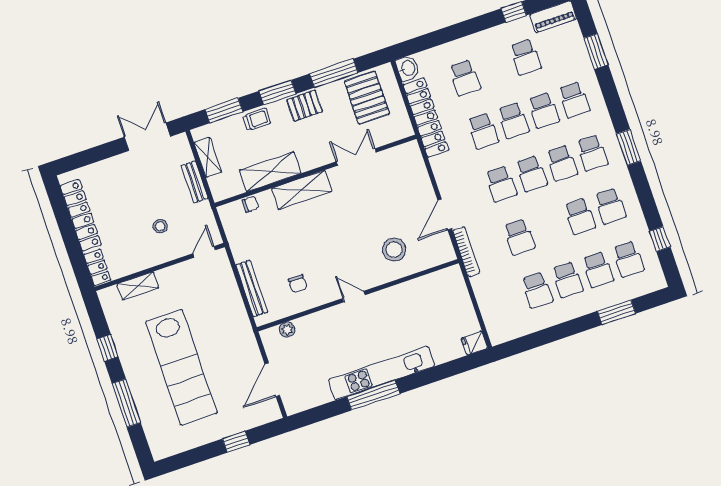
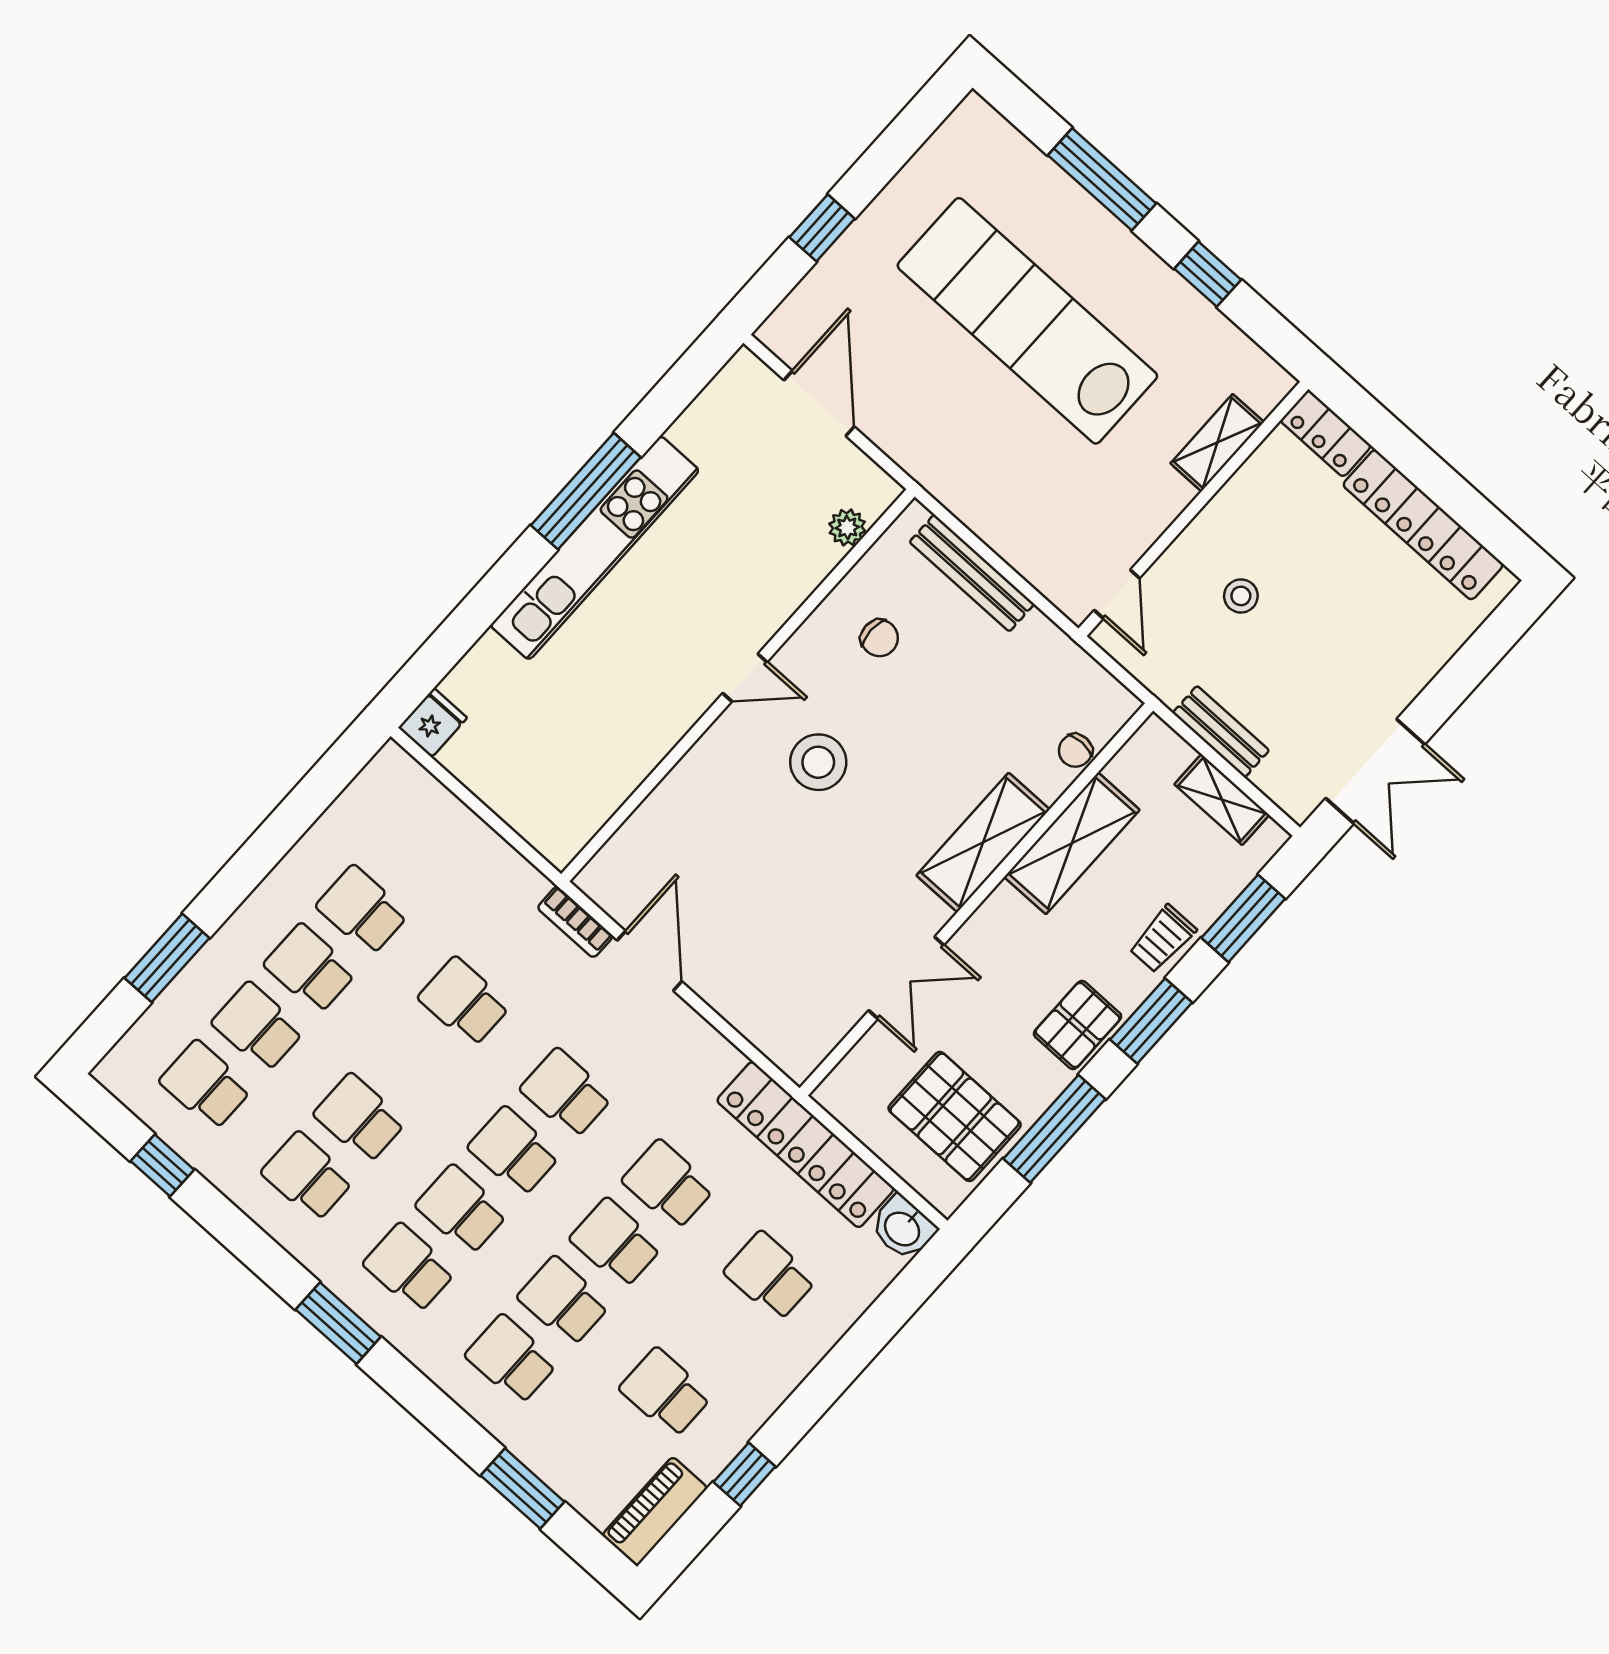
stool: (394, 250) -> (818, 762), moved
bookcase: (466, 252) -> (575, 922), width x0.64
chair: (298, 284) -> (879, 638), turned 180

